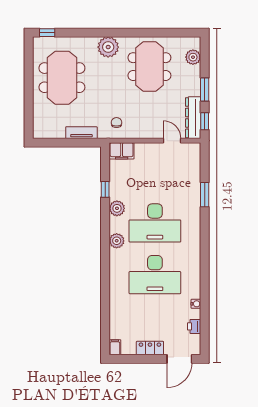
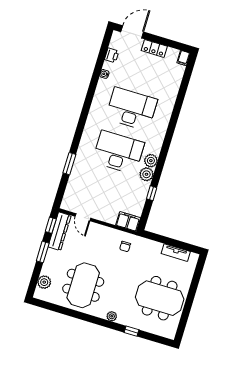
window: (47, 33) -> (132, 331), moved
plant: (108, 47) -> (112, 316), width x0.53, depth x0.53
meeting table: (62, 78) -> (160, 298), turned 90
tv unit: (81, 133) -> (176, 253), moved
plant: (117, 241) -> (151, 161), moved

